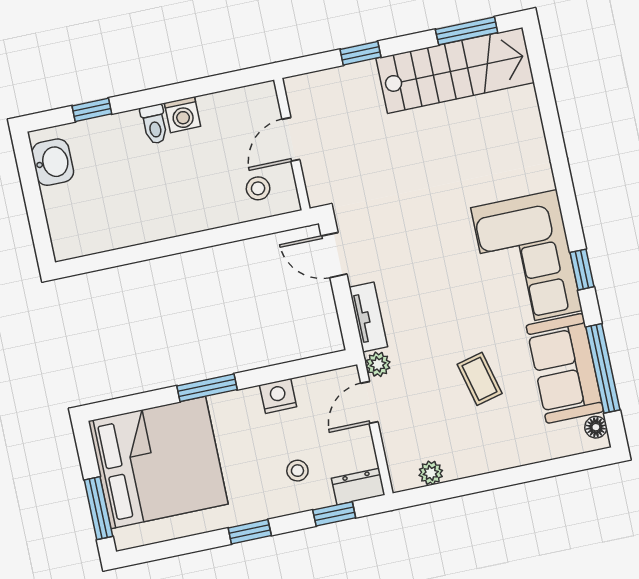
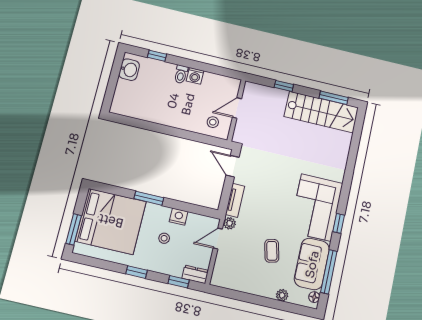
stool: (297, 471) -> (164, 238), moved
plant: (431, 473) -> (282, 295), moved

